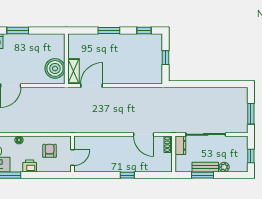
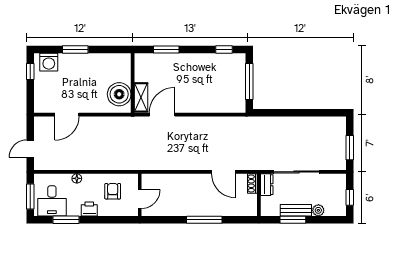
window: (109, 30) -> (166, 50), moved
window: (166, 58) -> (249, 82), width x2.17
window: (127, 175) -> (204, 220), width x2.17

